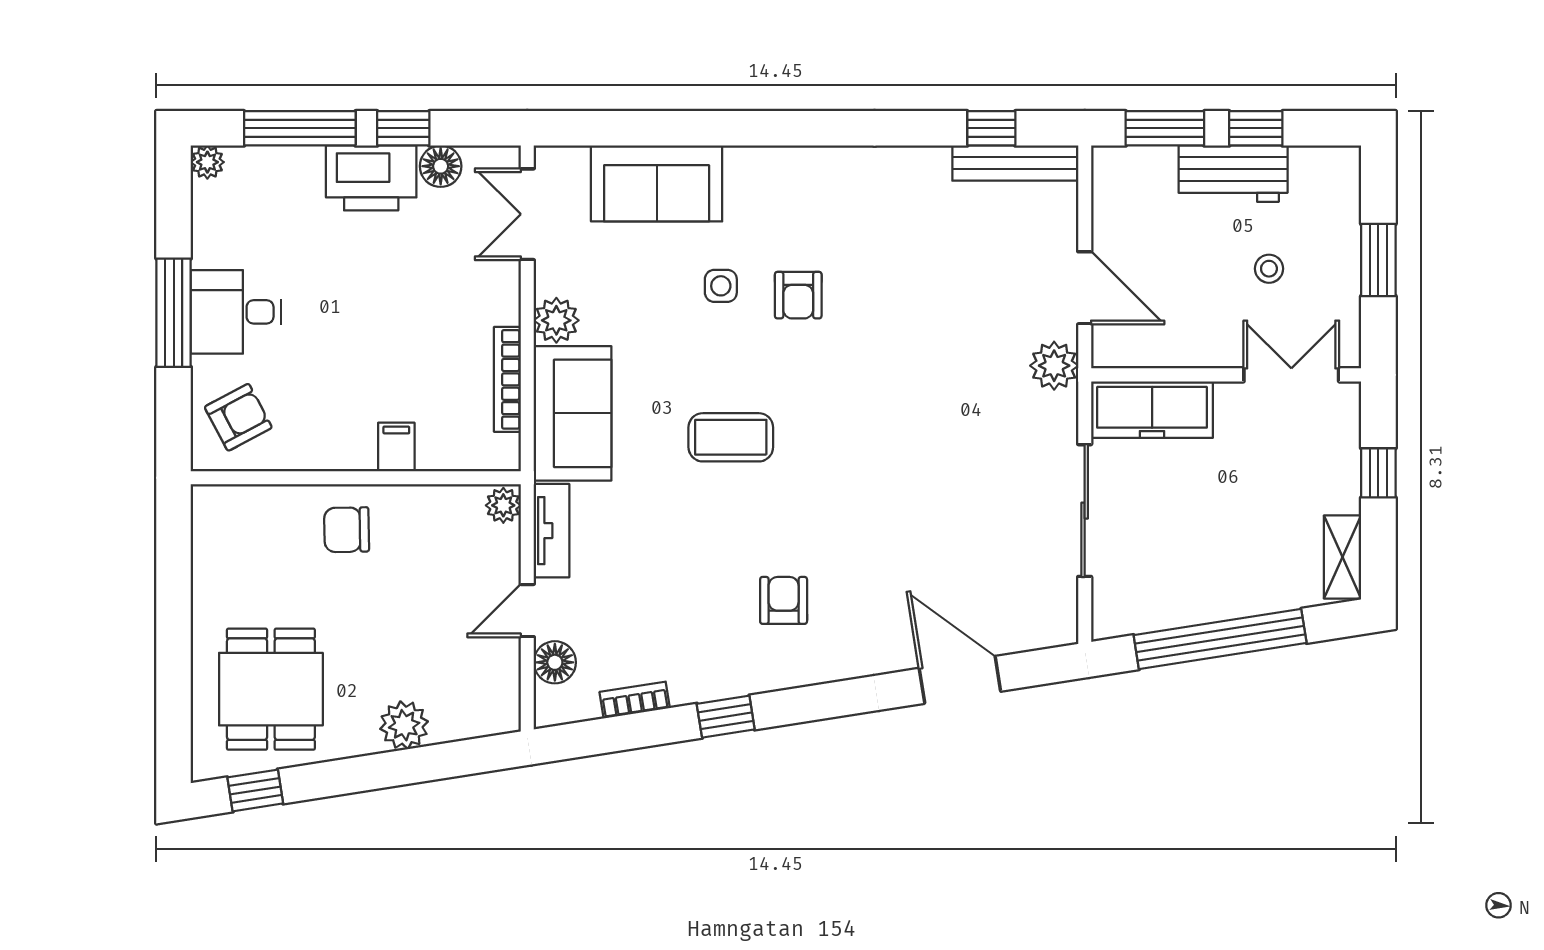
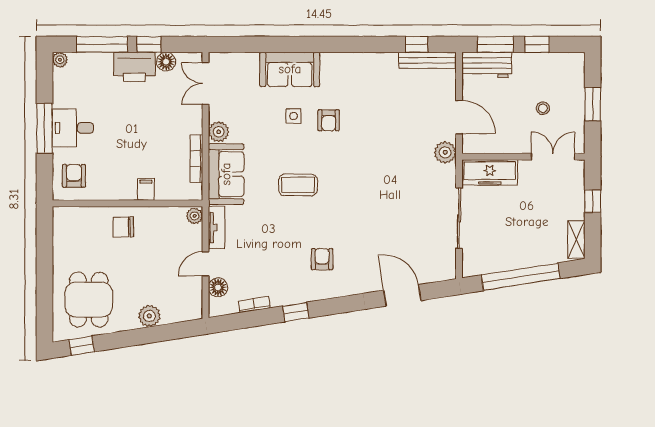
workbench: (1233, 174) -> (487, 65), moved
sofa: (657, 183) -> (290, 69), moved
armchair: (238, 417) -> (74, 176), turned -62

